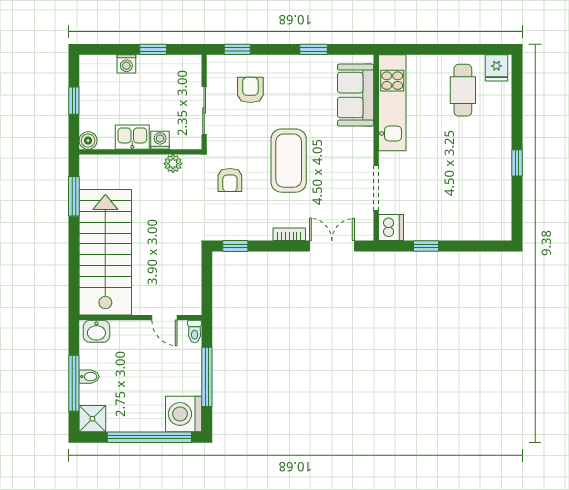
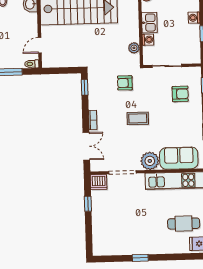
plant: (359, 143) -> (150, 161), added
coffee table: (289, 161) -> (138, 118), width x0.54, depth x0.58

